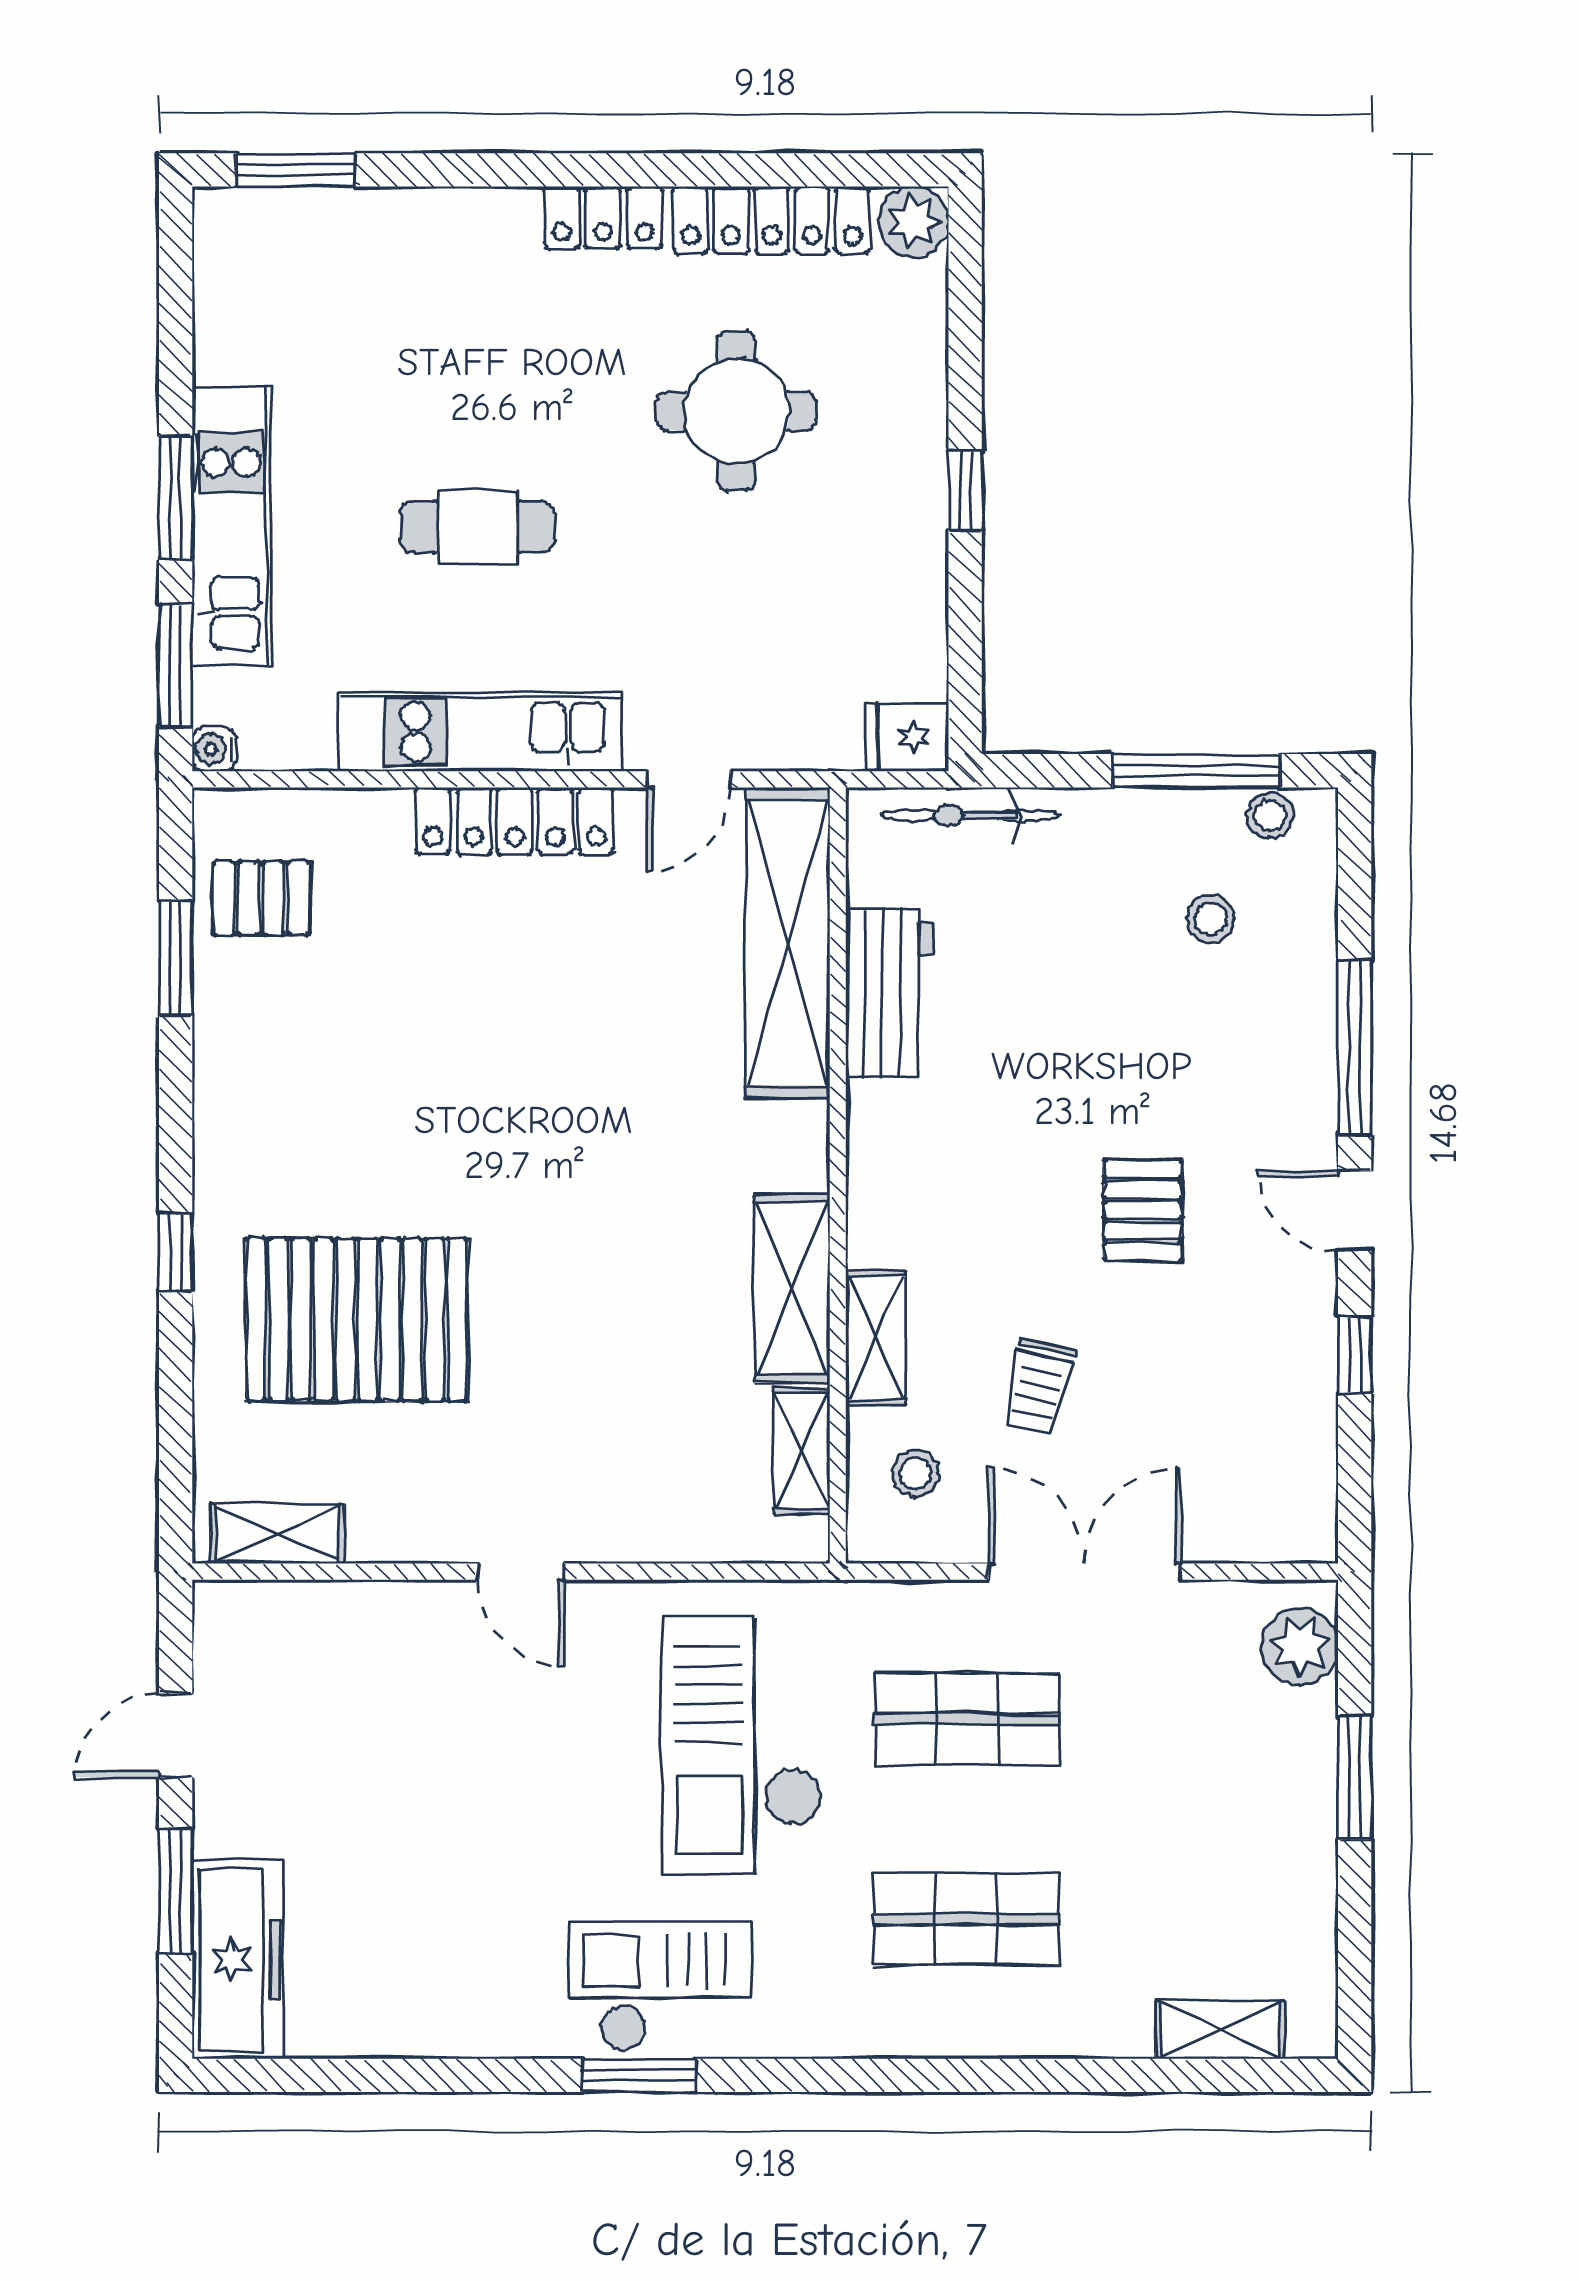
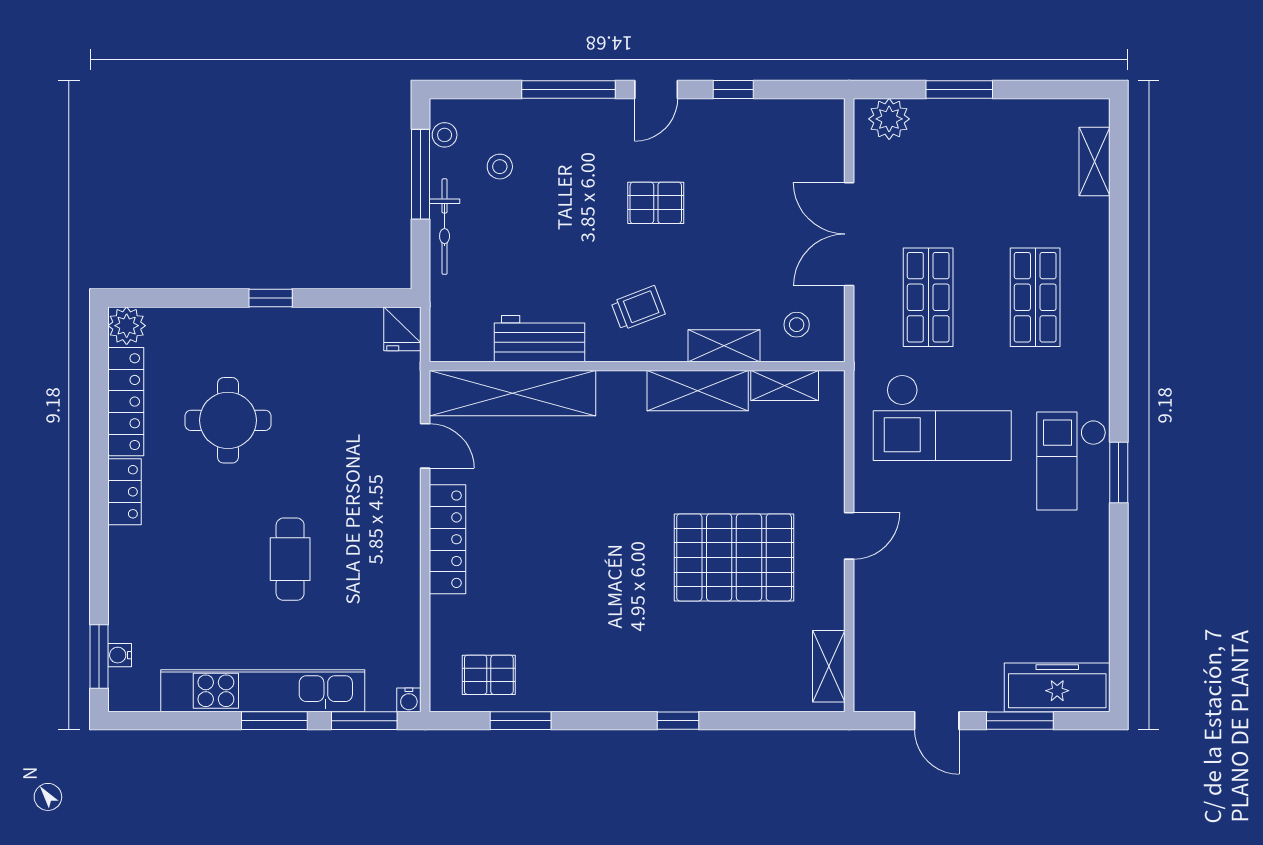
water cooler: (298, 208) -> (120, 655), added
kitchen unit: (231, 527) -> (263, 691), width x1.36
kitchen unit: (480, 732) -> (400, 557), removed
bicycle: (970, 816) -> (445, 227), moved
pallet: (261, 898) -> (489, 675), turned 90
pallet: (357, 1319) -> (734, 557), moved, turned 90
trolley: (1038, 1386) -> (638, 308), moved, turned -33

